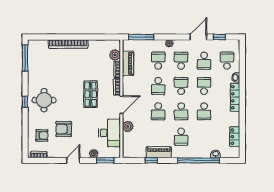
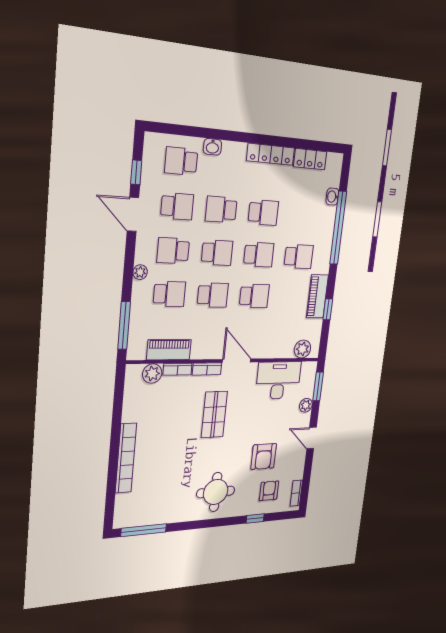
school desk: (158, 61) -> (169, 294), turned 180
school desk: (181, 86) -> (217, 253), turned 180
shop shelf: (91, 94) -> (214, 414), turned 90
locker: (235, 97) -> (271, 154), moved
window: (25, 102) -> (255, 518), moved
plant: (128, 126) -> (302, 349), moved

